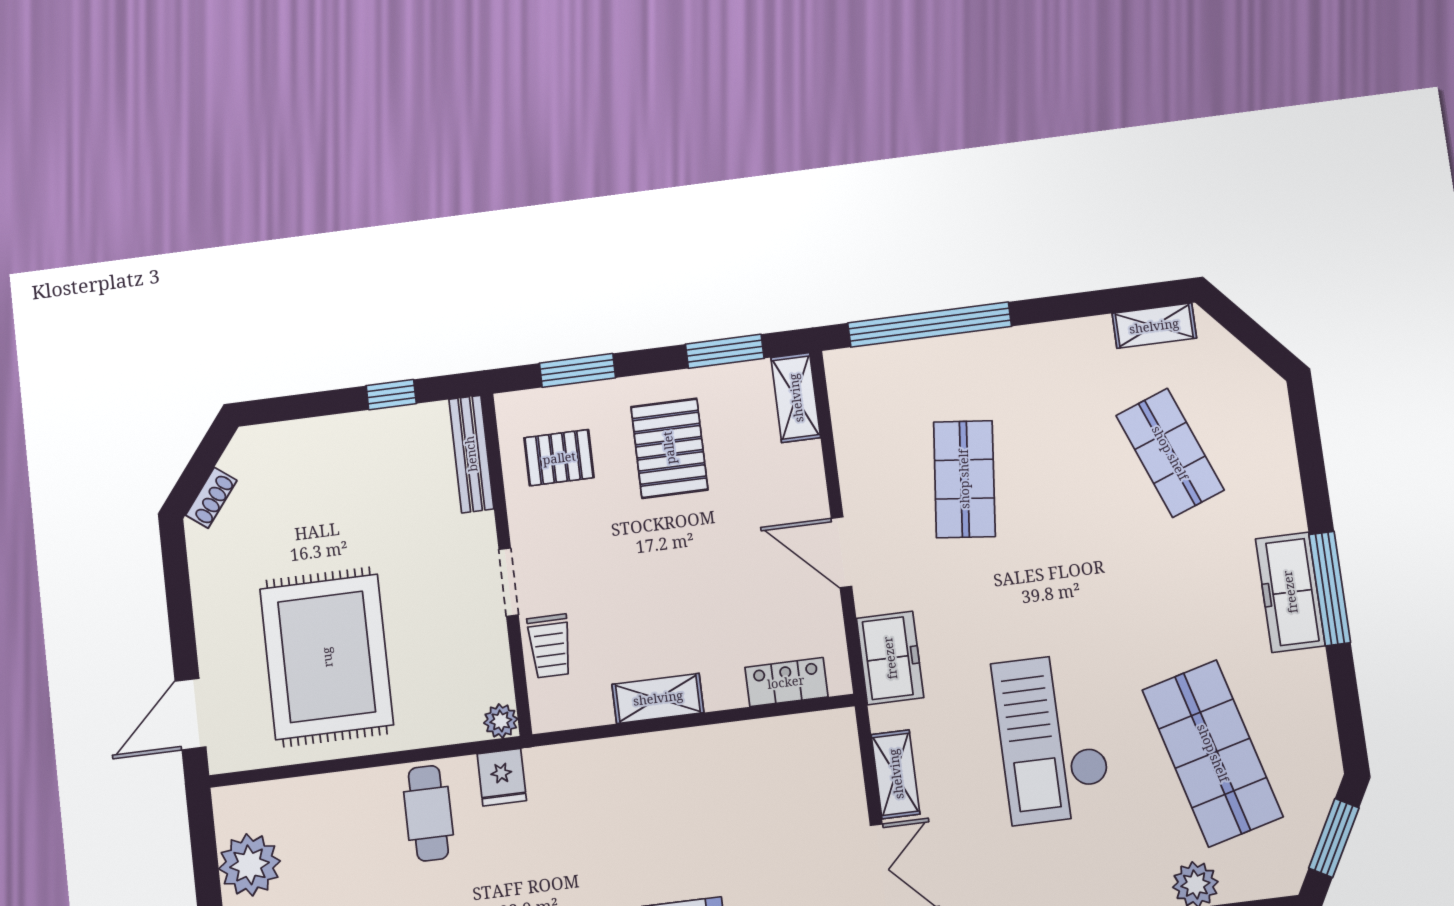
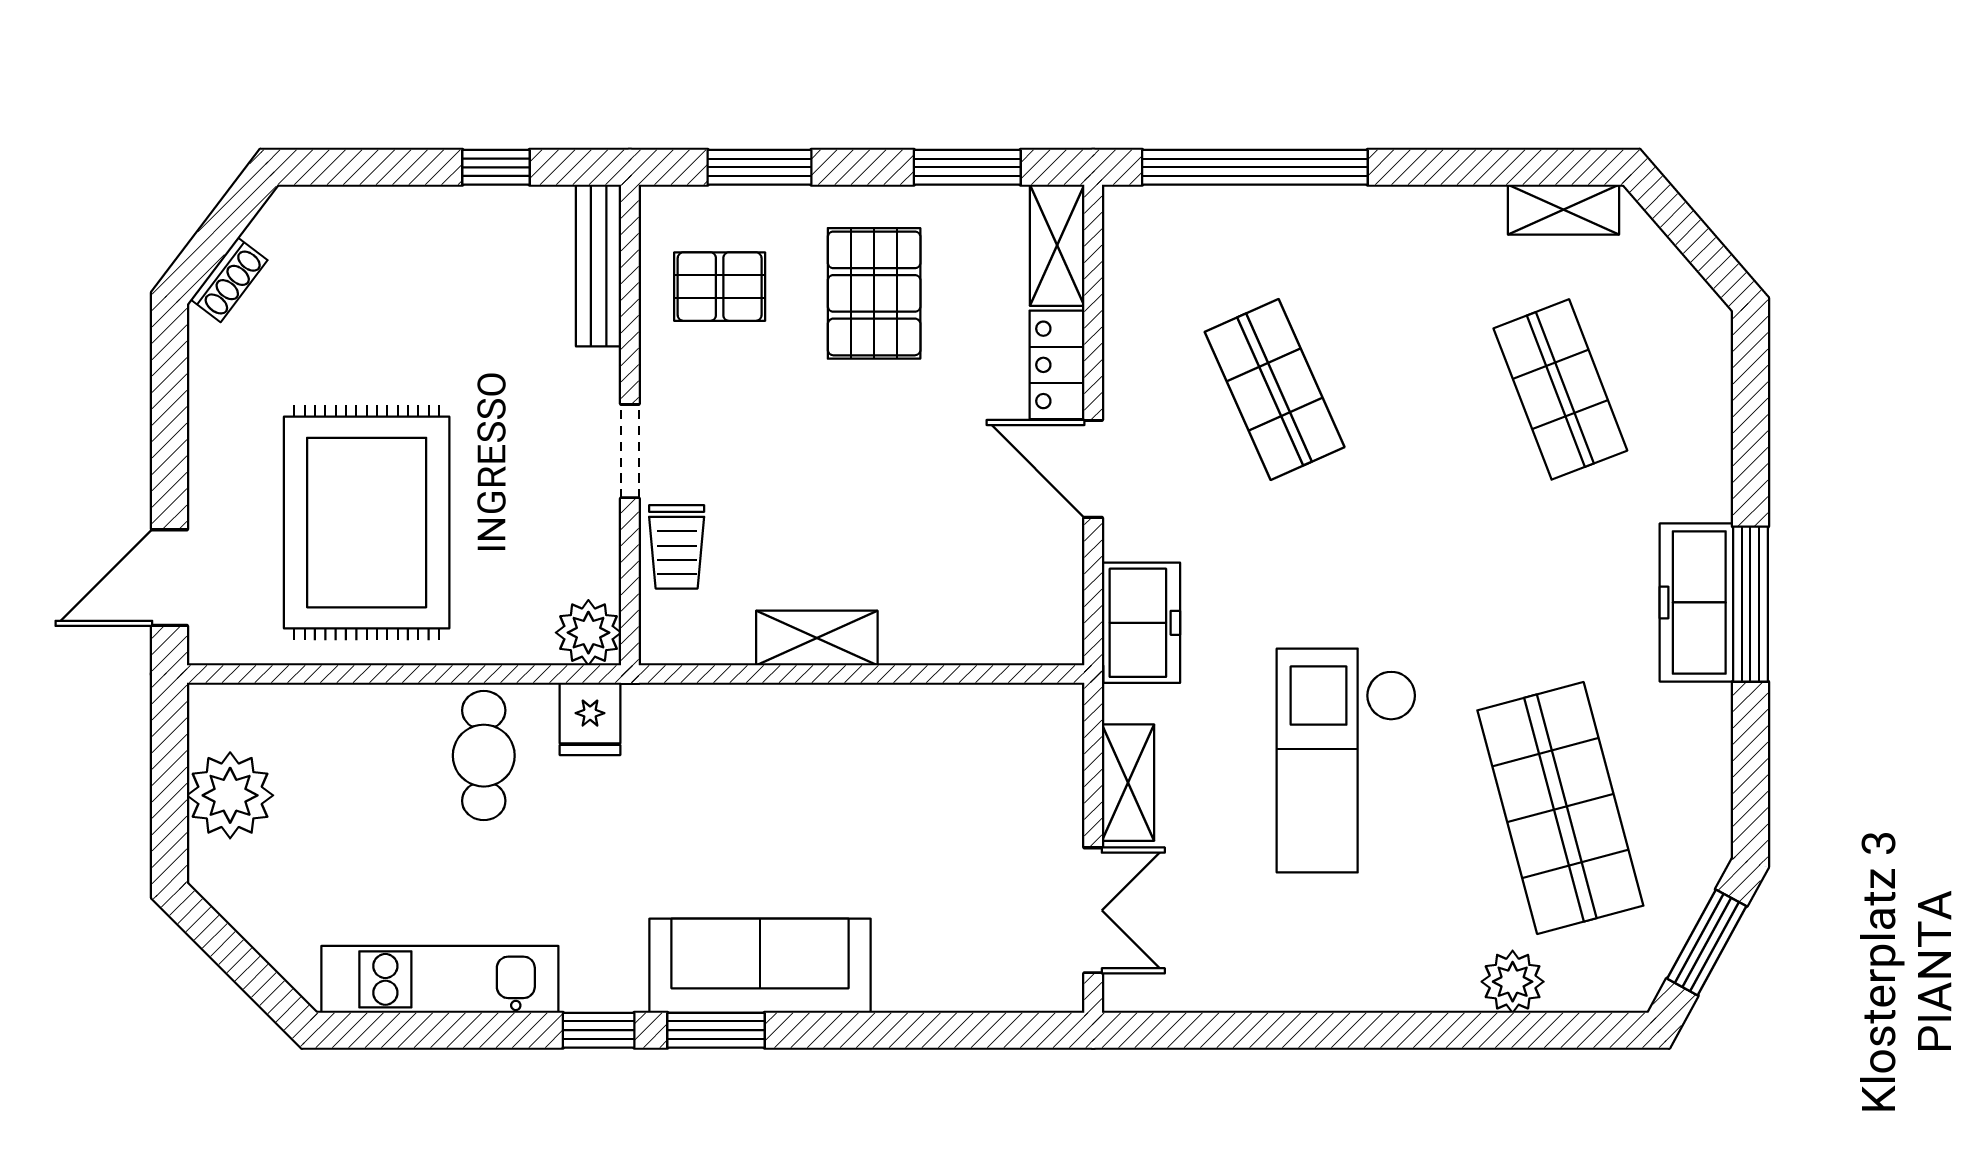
shop shelf: (964, 479) -> (1275, 389), turned -30
locker: (786, 682) -> (1057, 365), moved, turned -90
plant: (501, 721) -> (588, 633), width x1.38, depth x1.38

